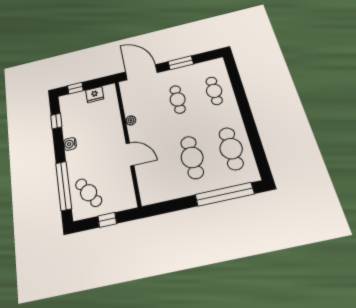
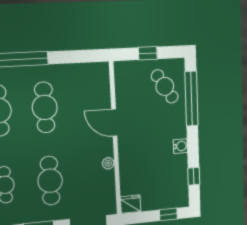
fridge: (95, 95) -> (131, 204), moved
cafe table: (178, 99) -> (50, 181), width x1.37, depth x1.35

